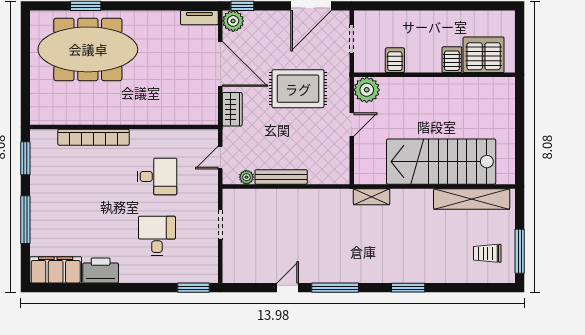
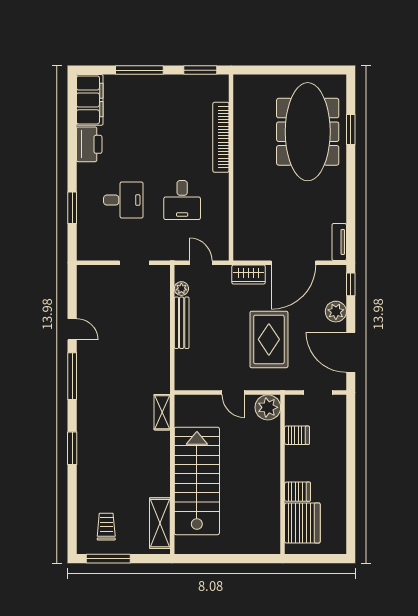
plant: (233, 21) -> (336, 312), moved
shelving: (472, 199) -> (160, 523), width x0.68
window: (194, 288) -> (72, 208), moved

